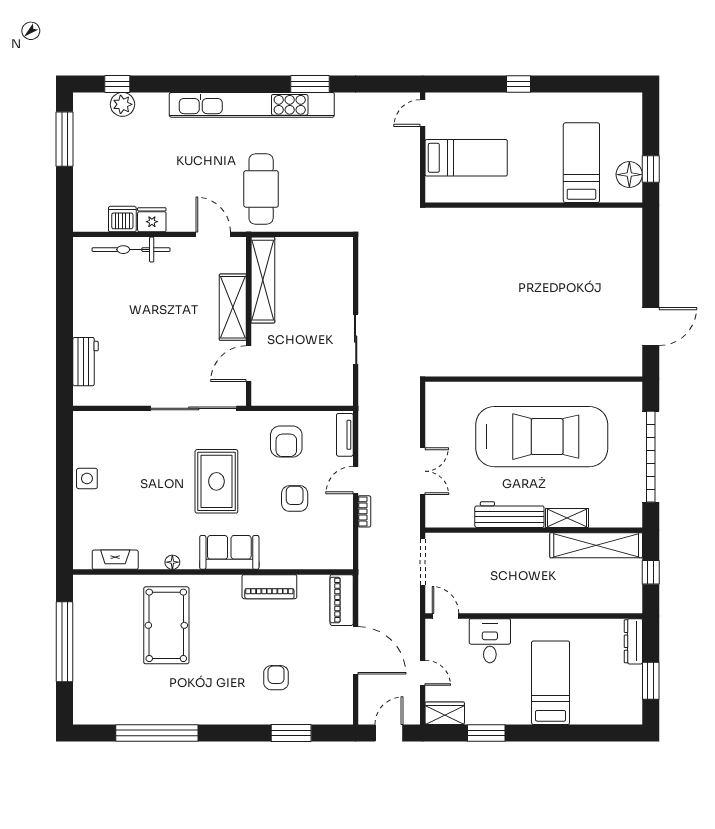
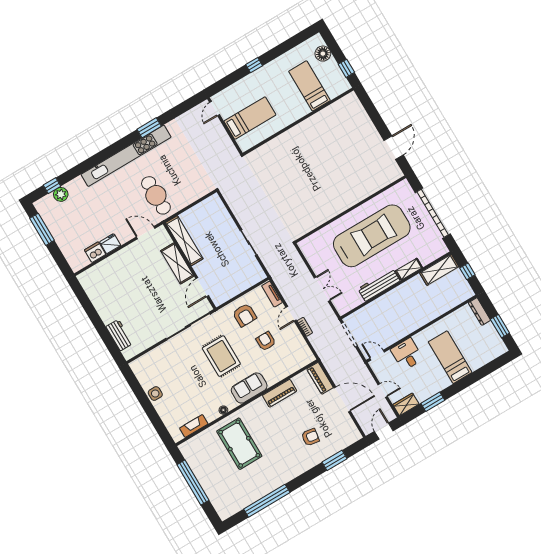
floor lamp: (629, 175) -> (323, 54), moved
bicycle: (131, 250) -> (109, 265), removed
shelving: (596, 545) -> (439, 270), width x0.68
armchair: (276, 678) -> (310, 437), turned 99

